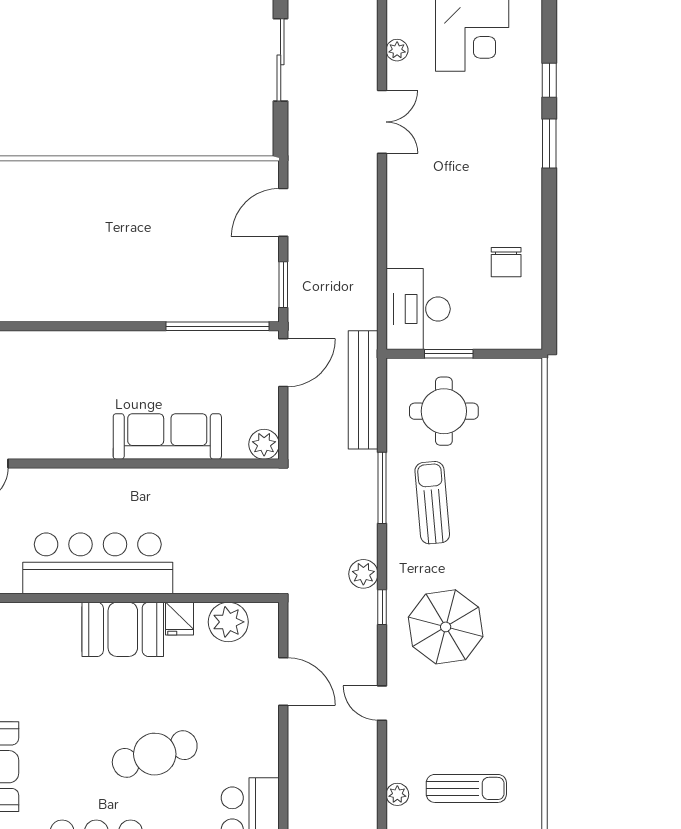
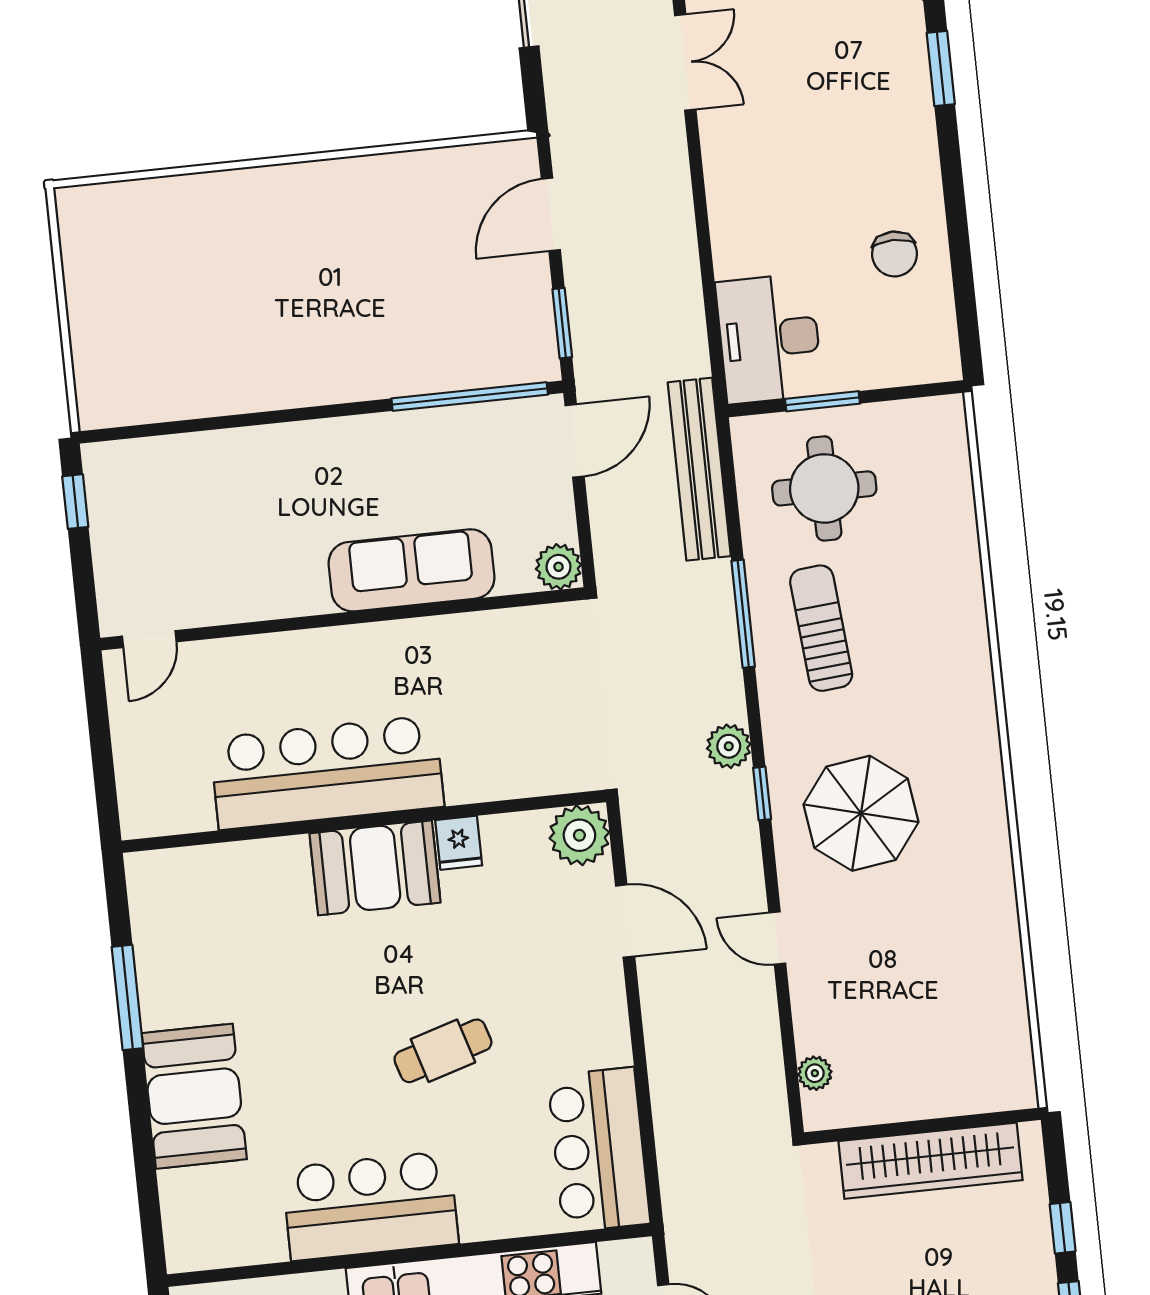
plant: (228, 622) -> (579, 835), moved
cafe table: (155, 754) -> (443, 1051), width x0.73, depth x0.74
sun lounger: (466, 788) -> (918, 1053), removed

